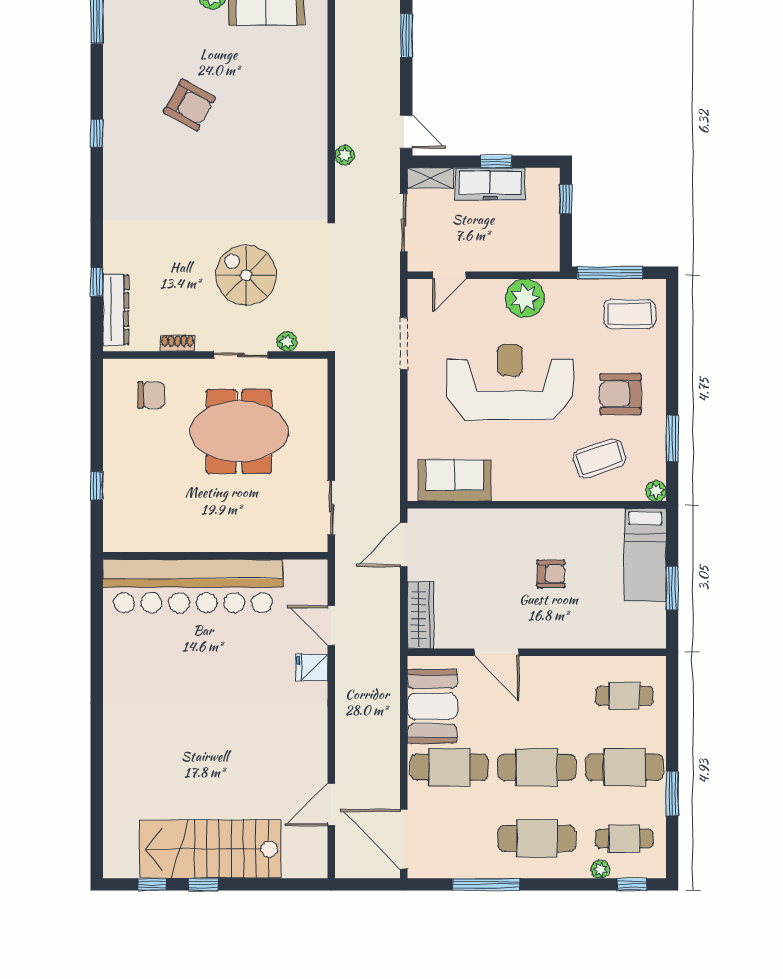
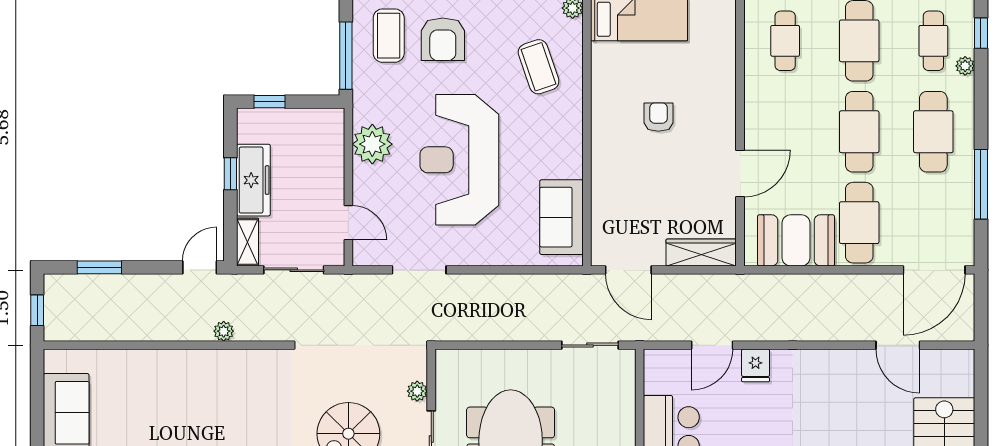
armchair: (620, 394) -> (443, 39), moved

